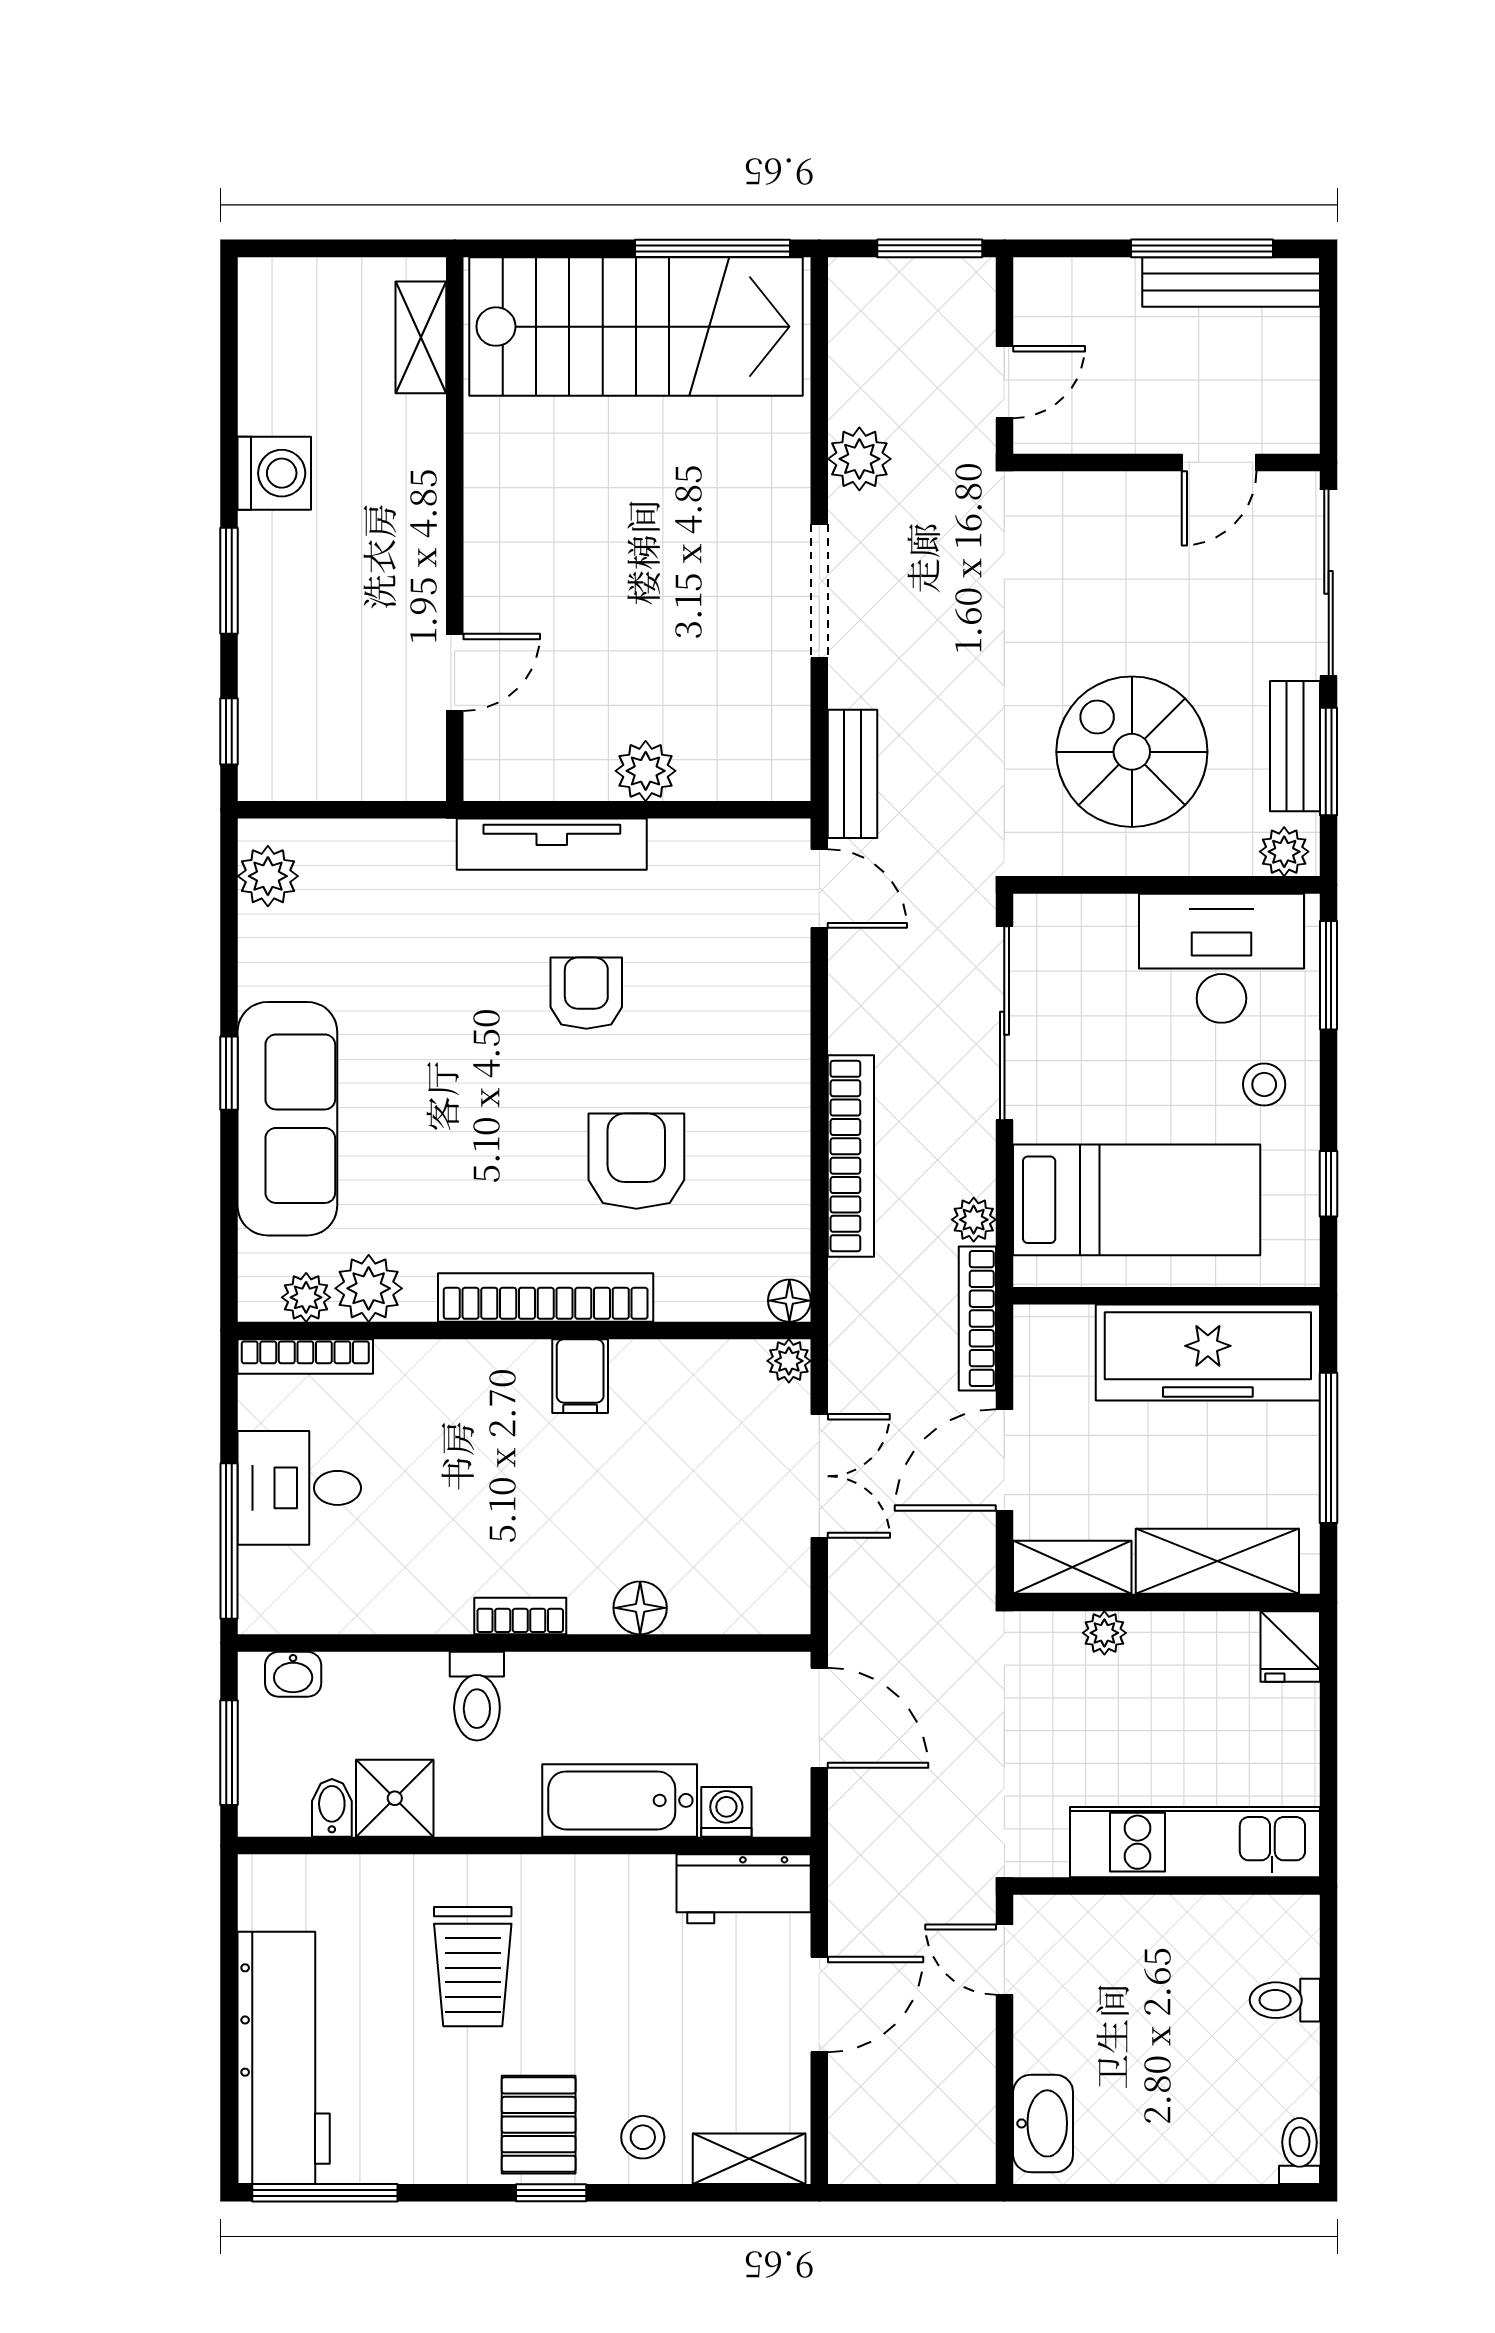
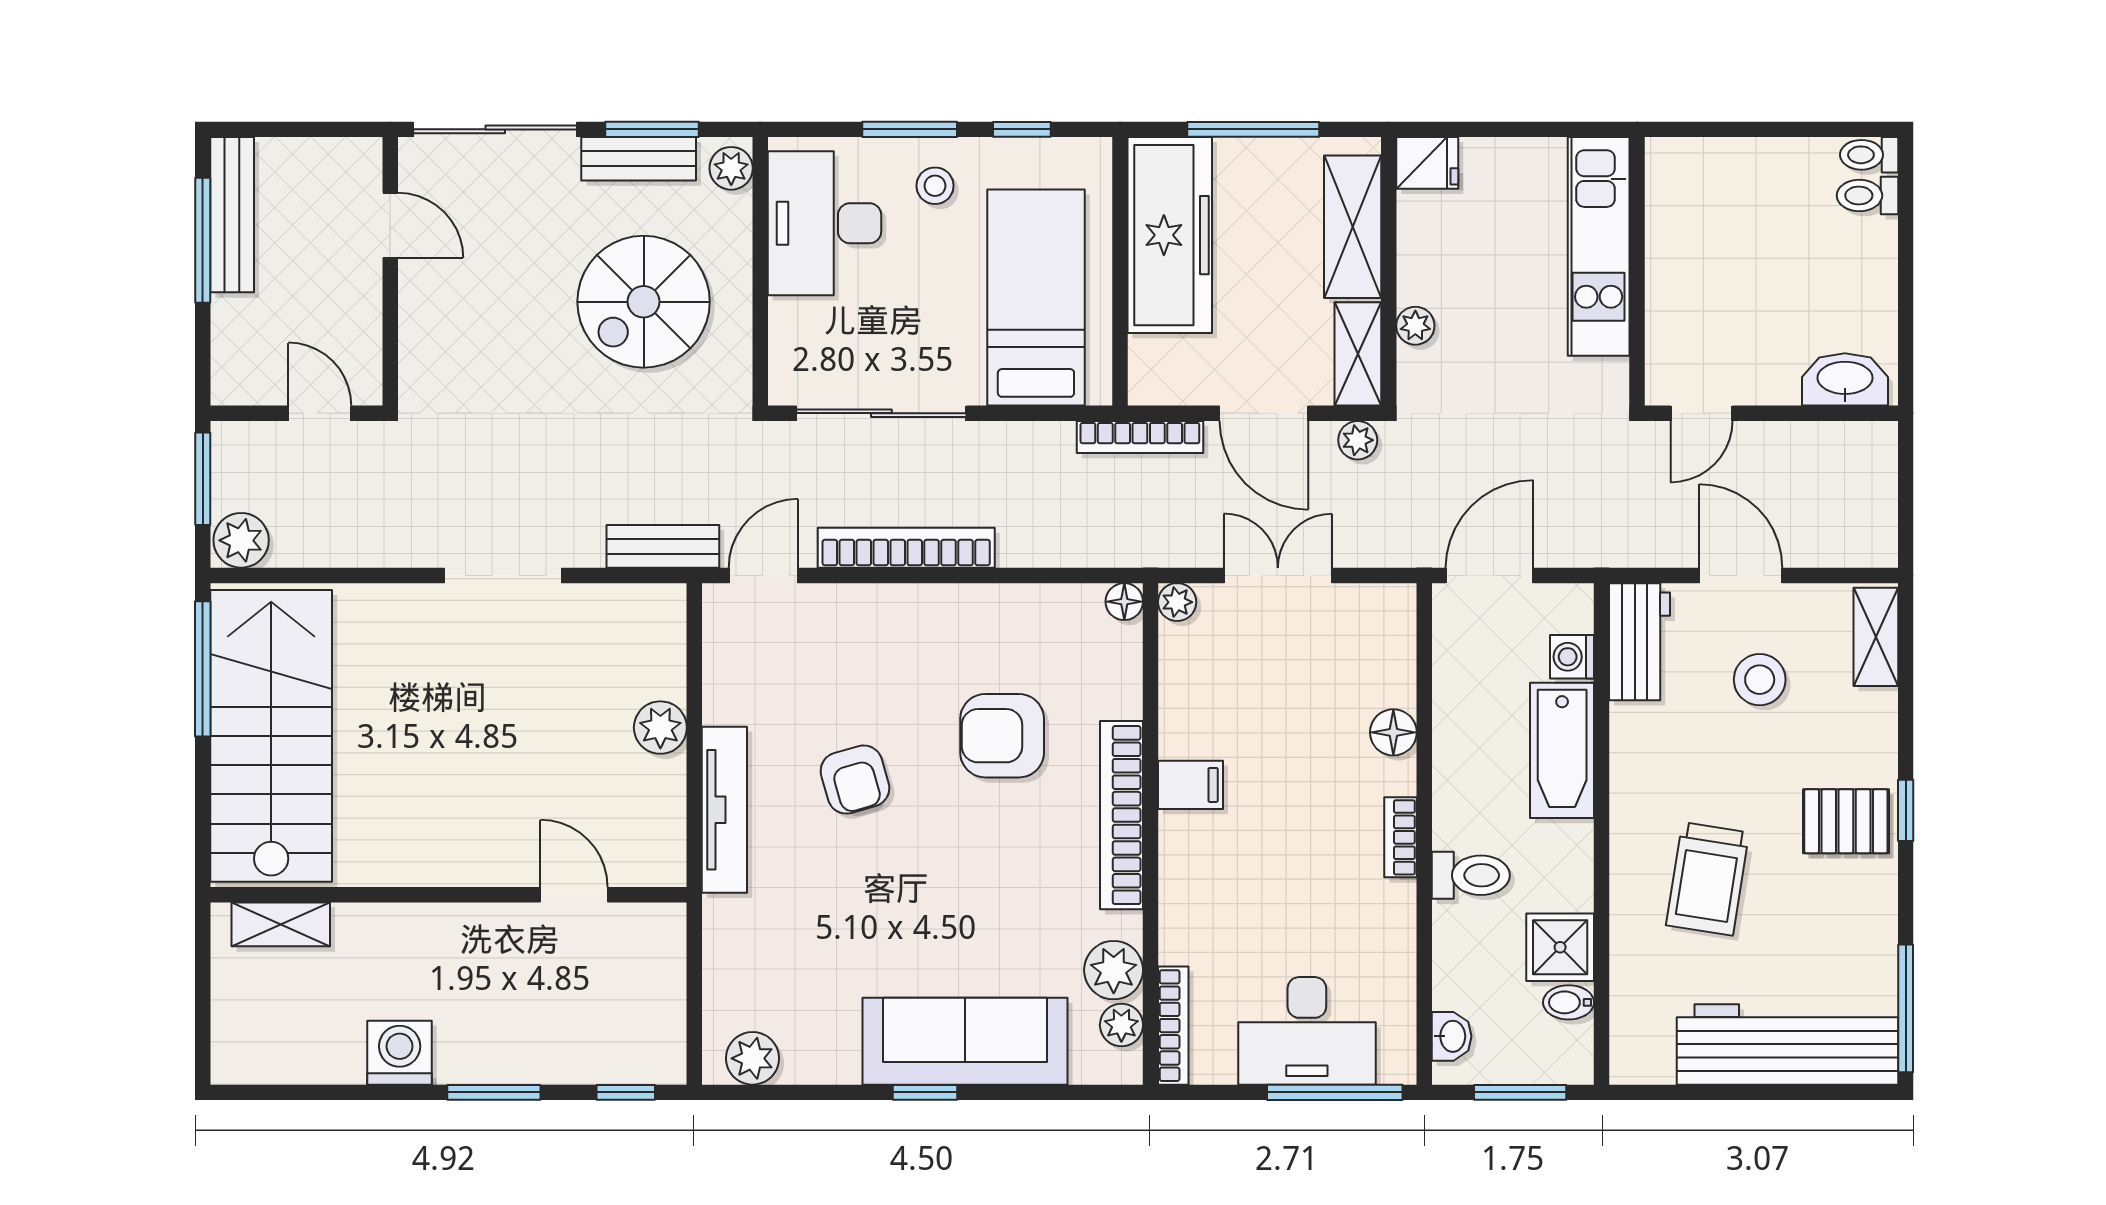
plant: (859, 459) -> (241, 540), moved
window: (1329, 975) -> (910, 129), moved
armchair: (586, 993) -> (855, 780), turned -106
bookcase: (851, 1156) -> (906, 548), moved
plant: (974, 1220) -> (1358, 440), moved
desk: (299, 1488) -> (1307, 1031), width x1.37
trolley: (473, 1967) -> (1708, 879), turned 99
toilet: (1285, 2000) -> (1867, 195), moved, turned 90
stool: (643, 2137) -> (1760, 680), moved, width x1.37, depth x1.37

